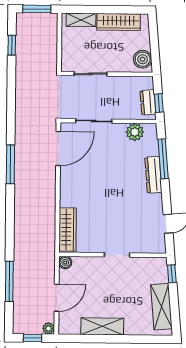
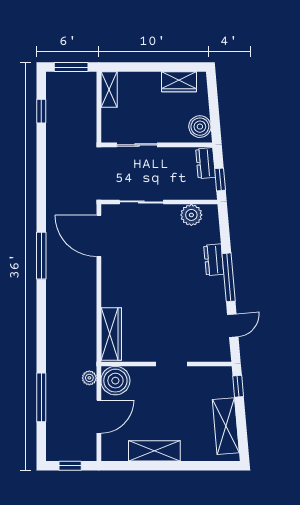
shelving: (81, 20) -> (109, 89), moved, turned 90
wardrobe: (119, 22) -> (179, 82), width x0.67
dresser: (148, 102) -> (206, 163), moved
door: (58, 149) -> (99, 236), swing flipped
window: (163, 159) -> (229, 277), moved
dresser: (153, 175) -> (214, 260), width x0.70
boiler: (65, 263) -> (115, 381), width x1.86, depth x1.86
plant: (49, 328) -> (89, 378), moved

